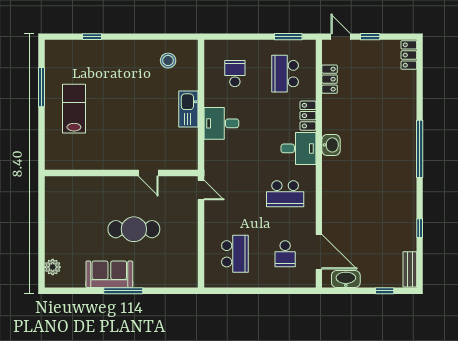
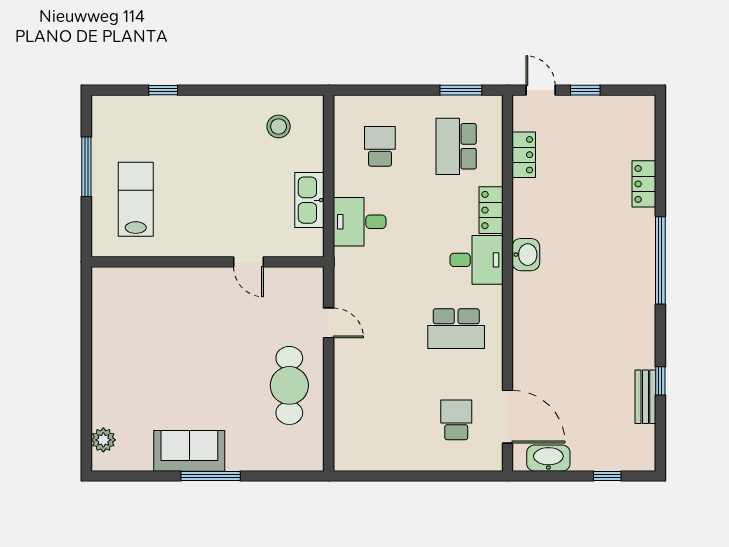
locker: (409, 55) -> (644, 184), moved
wall: (121, 173) -> (208, 262), moved
door: (148, 173) -> (249, 262), moved
cafe table: (134, 229) -> (289, 385), moved, turned 90
school desk: (235, 254) -> (380, 420), removed
school desk: (285, 254) -> (456, 420), turned 180
bench: (410, 269) -> (645, 397), moved

